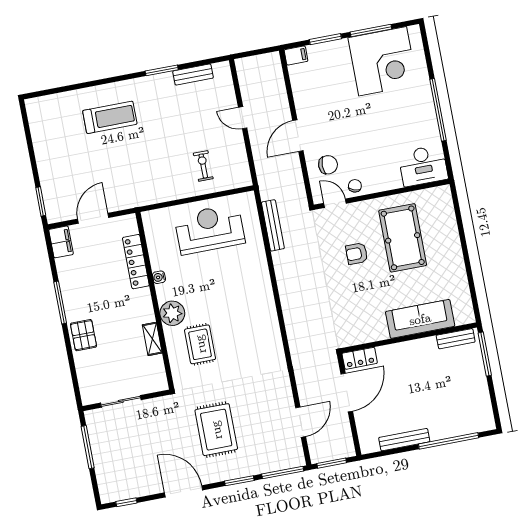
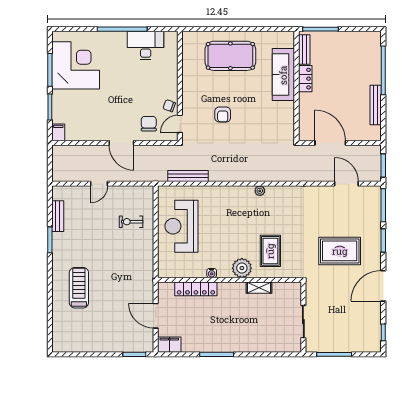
desk: (423, 166) -> (146, 45), moved, turned -90
pool table: (403, 238) -> (230, 56), moved
plant: (272, 317) -> (260, 191), added
pallet: (84, 335) -> (246, 341), removed
rug: (200, 344) -> (270, 251), turned 90
locker: (360, 358) -> (305, 79), moved

